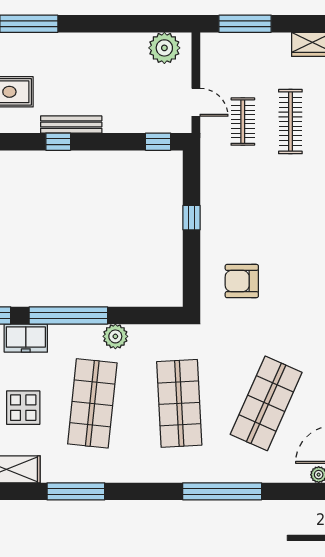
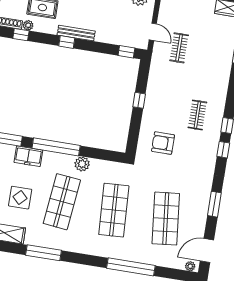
clothes rail: (290, 122) -> (197, 115), moved, width x0.73
shop shelf: (266, 403) -> (166, 219), turned -30

